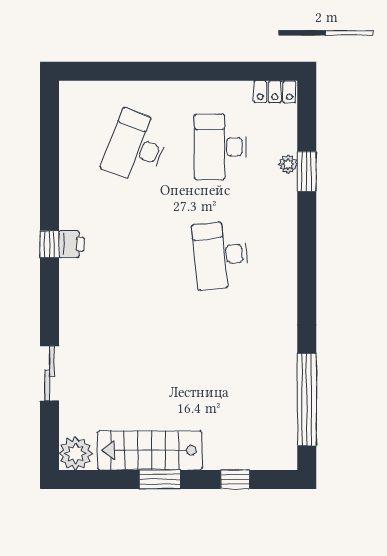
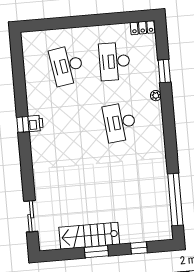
desk: (136, 147) -> (67, 65), turned -30
plant: (288, 164) -> (156, 96), moved
sliding door: (49, 373) -> (31, 216), moved
plant: (76, 453) -> (48, 241), removed

